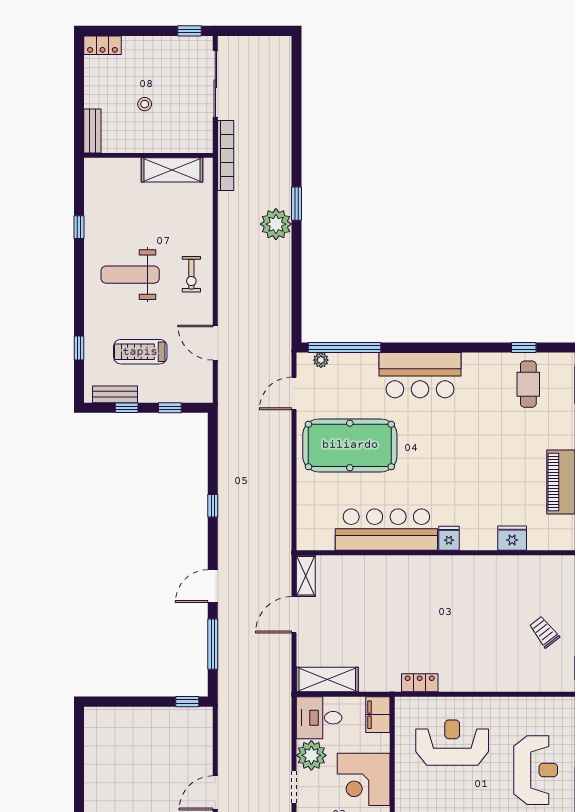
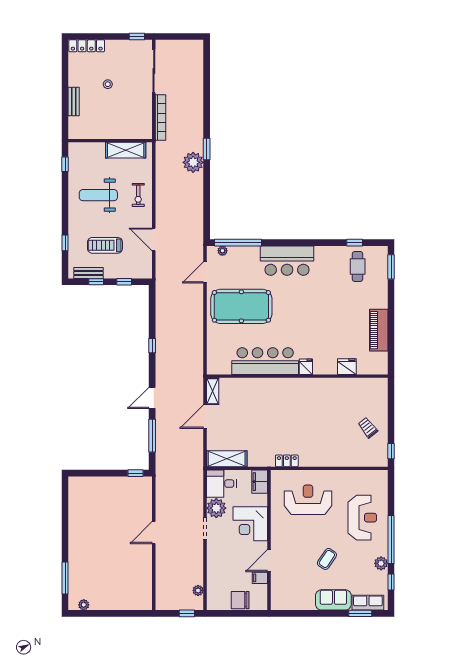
locker: (102, 45) -> (87, 46), width x1.53
wall: (148, 155) -> (110, 141), moved
shelving: (172, 170) -> (126, 150), moved

